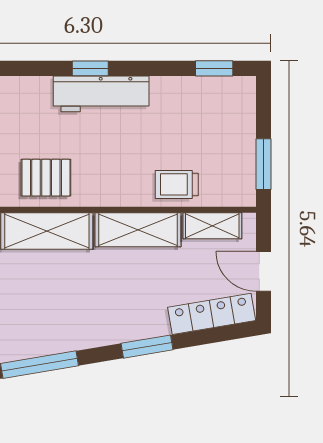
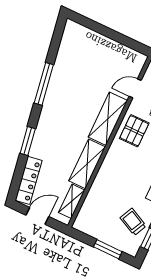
window: (264, 164) -> (108, 249), moved
trolley: (177, 184) -> (133, 222), moved, turned -64

